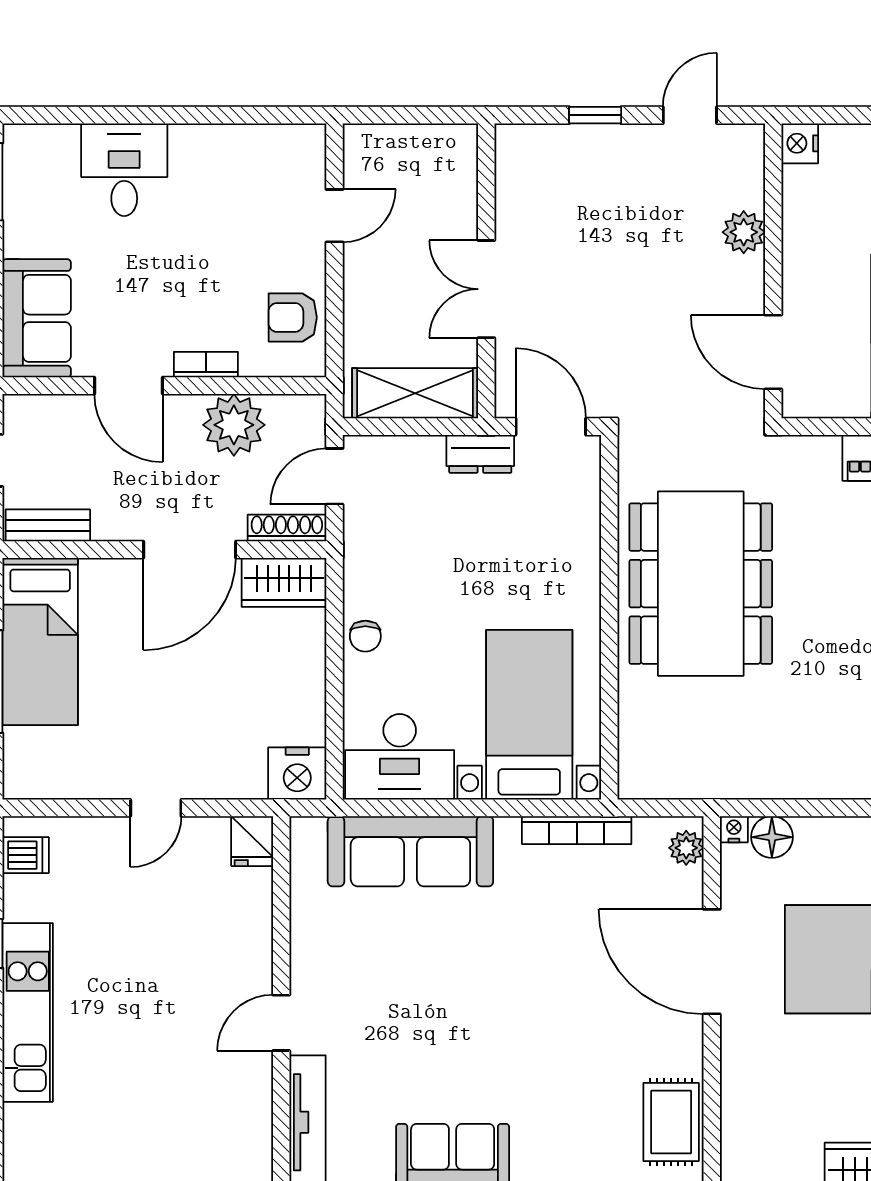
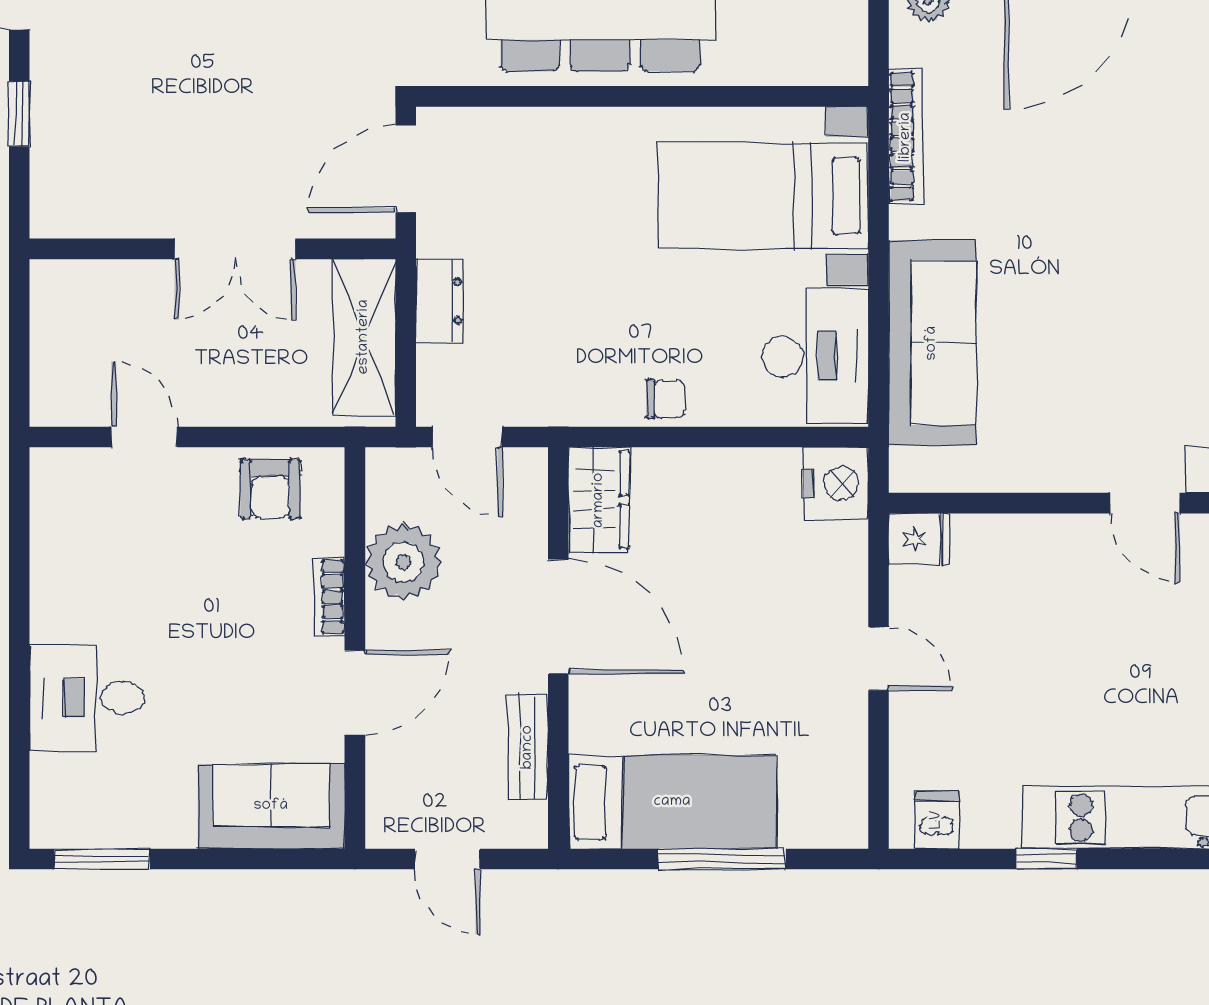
dresser: (480, 454) -> (439, 301), moved
bench: (48, 525) -> (528, 747), moved
shoe rack: (287, 528) -> (531, 496), removed

